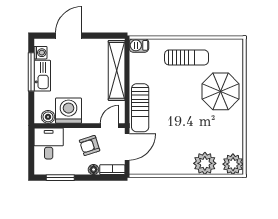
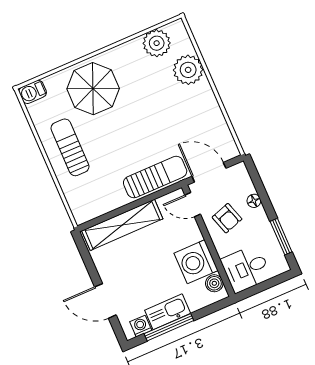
barbecue: (139, 45) -> (33, 92), moved, turned 90
plant: (233, 164) -> (157, 43), moved
bookcase: (112, 170) -> (244, 178), removed

